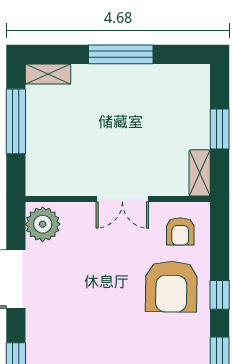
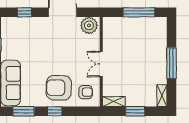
shelving: (48, 74) -> (162, 96), moved
armchair: (180, 231) -> (86, 92), turned 180

